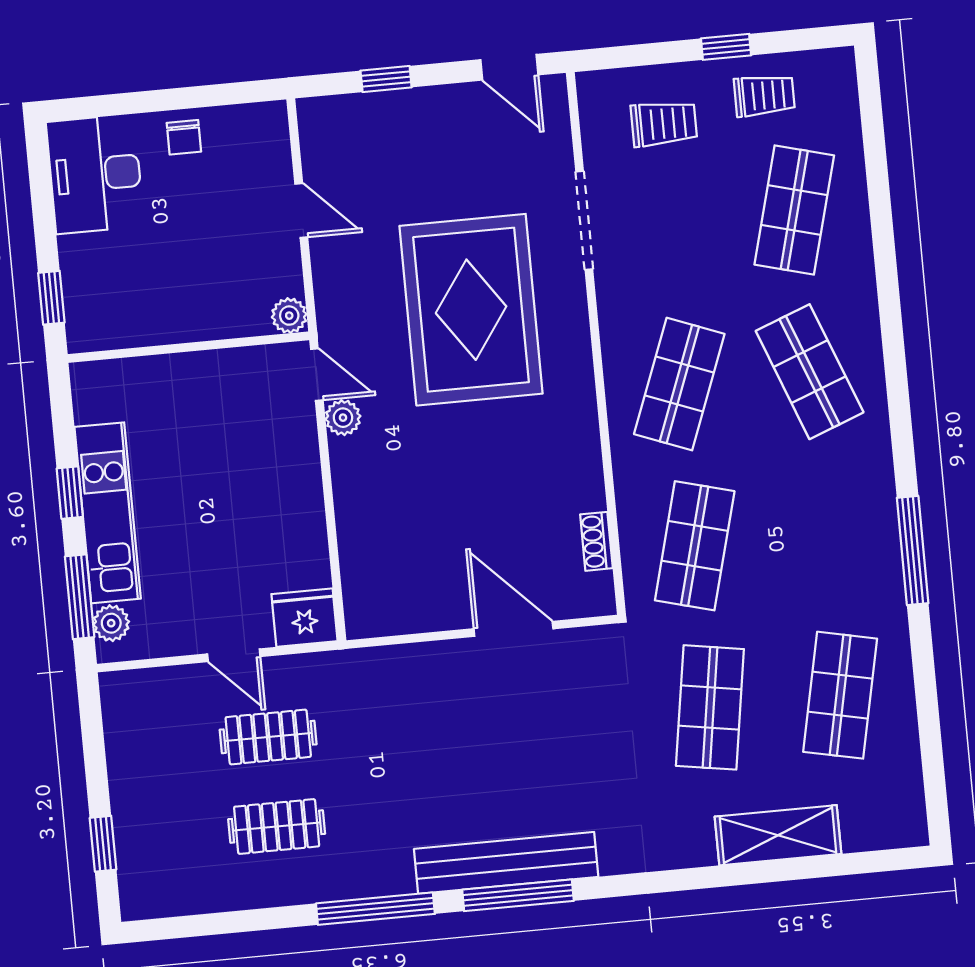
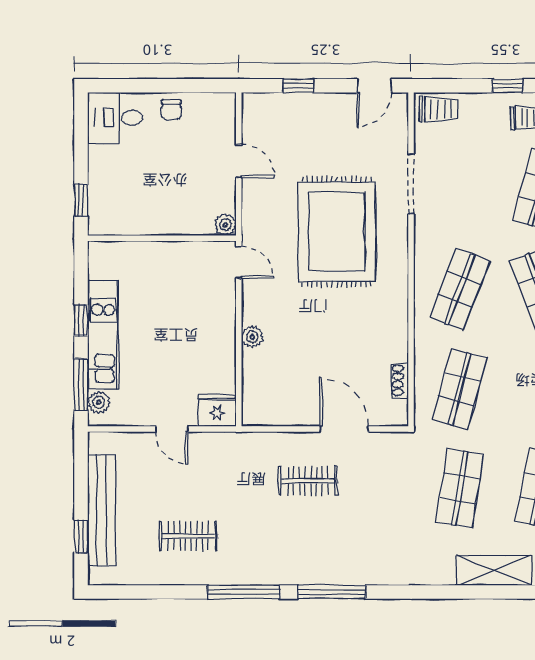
door: (509, 67) -> (374, 86), hinge flipped
trolley: (664, 124) -> (439, 109), moved
desk: (95, 174) -> (115, 118), width x0.73
plant: (343, 418) -> (252, 337), moved
clothes rail: (268, 737) -> (308, 481), moved
bench: (506, 863) -> (102, 510), moved, turned 90

